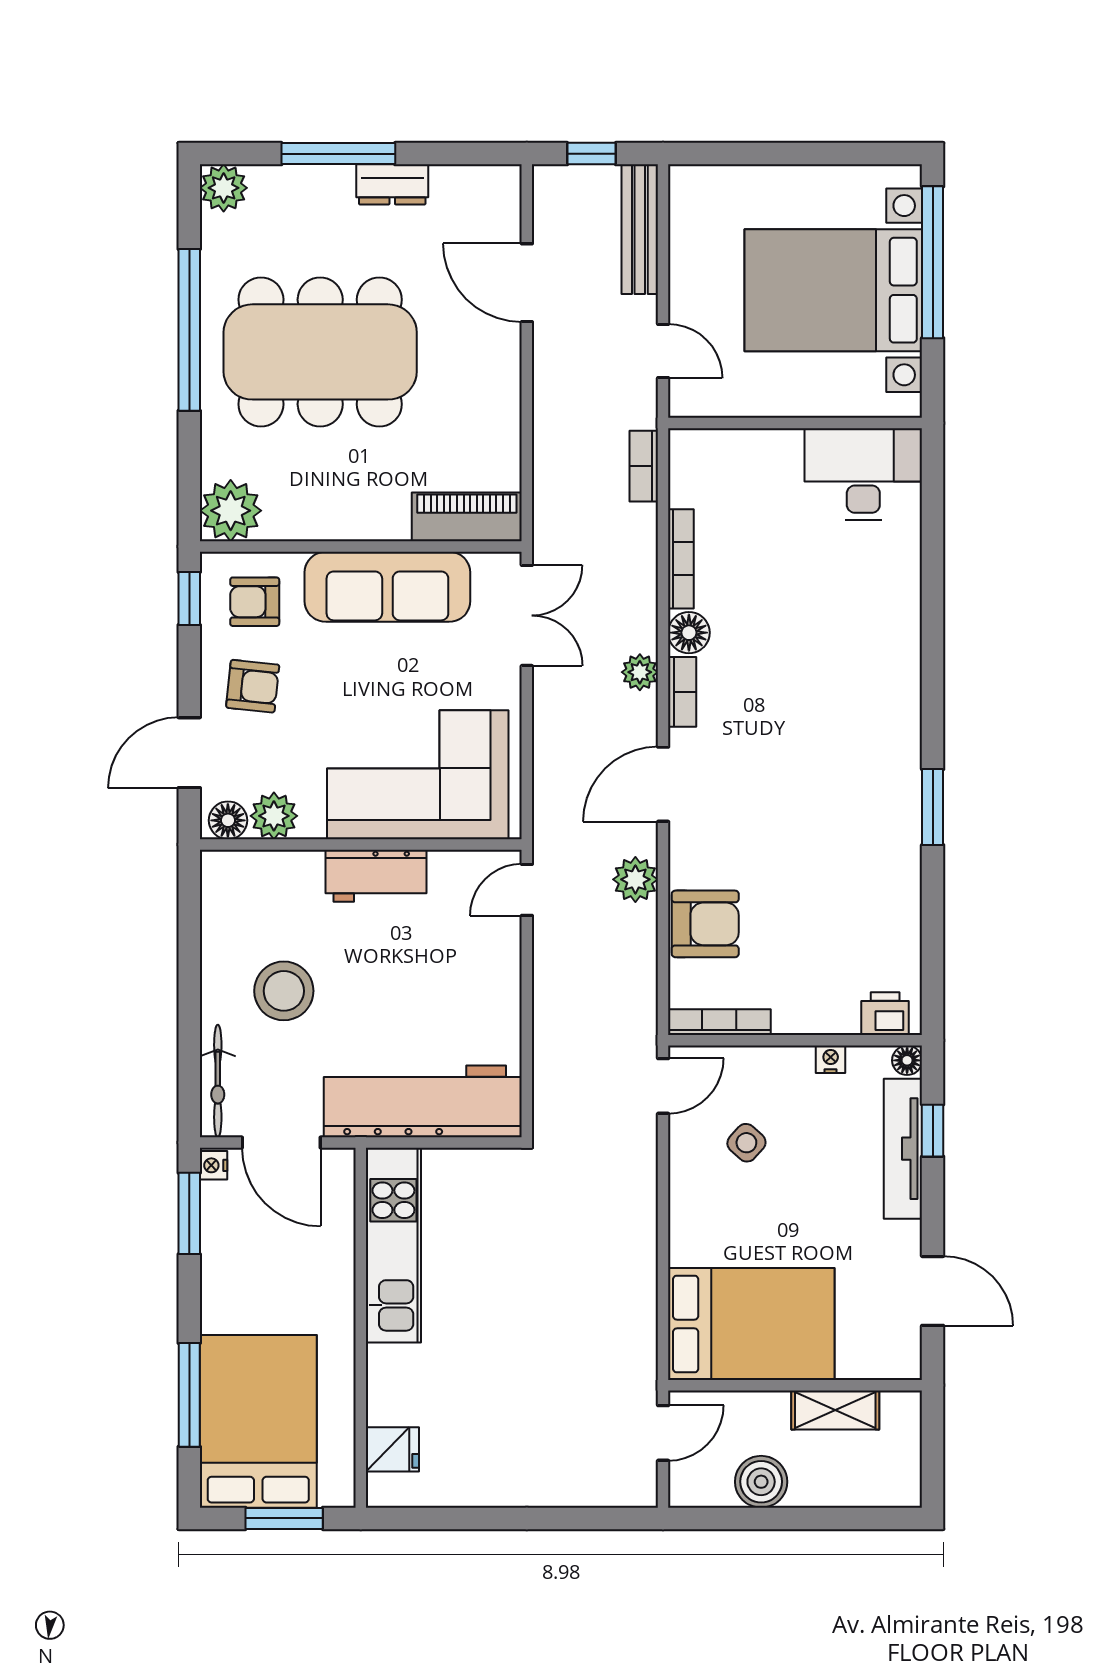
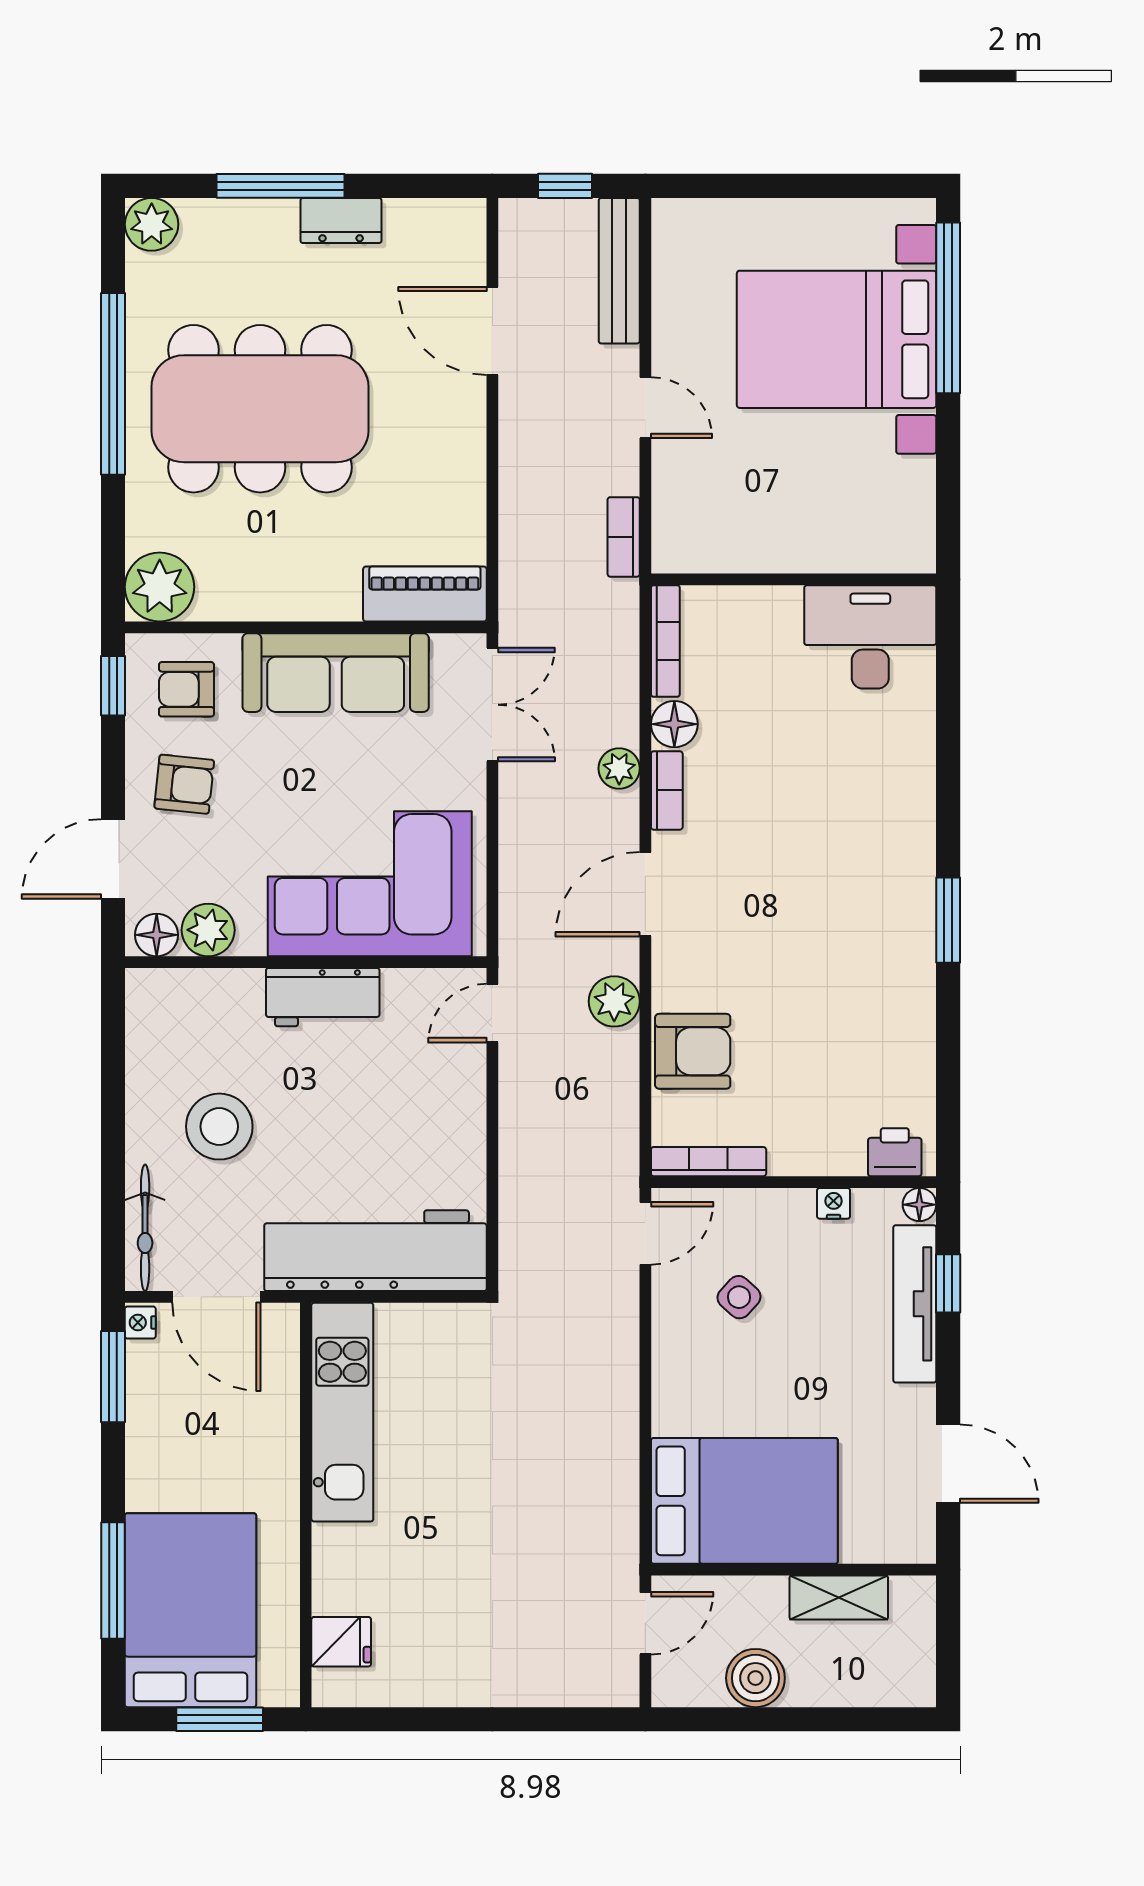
wall: (795, 423) -> (794, 579), moved
desk: (863, 474) -> (870, 637), moved

